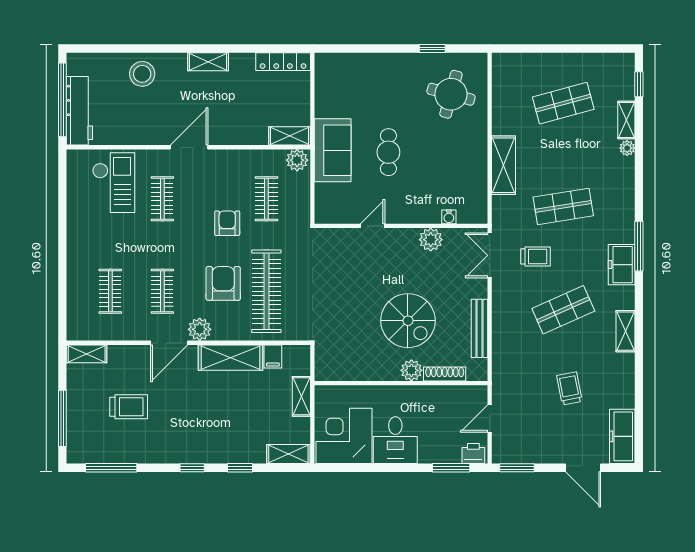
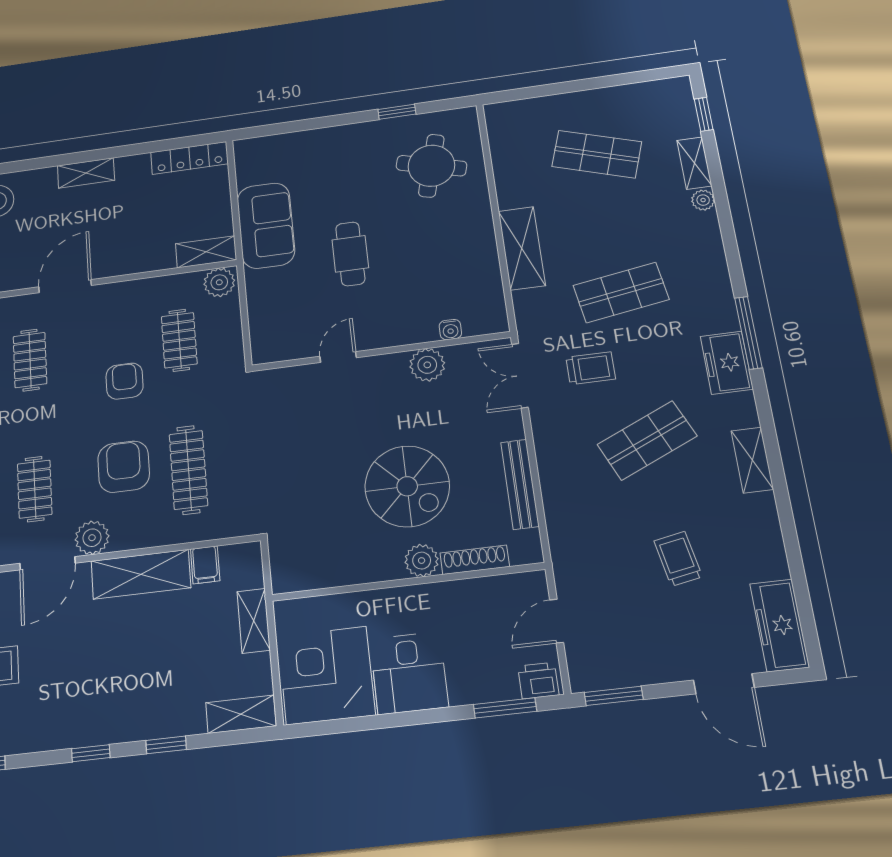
shop shelf: (563, 103) -> (597, 154), turned 33
sofa: (333, 150) -> (266, 225), moved
clothes rail: (266, 291) -> (188, 470), width x0.73, depth x0.76

